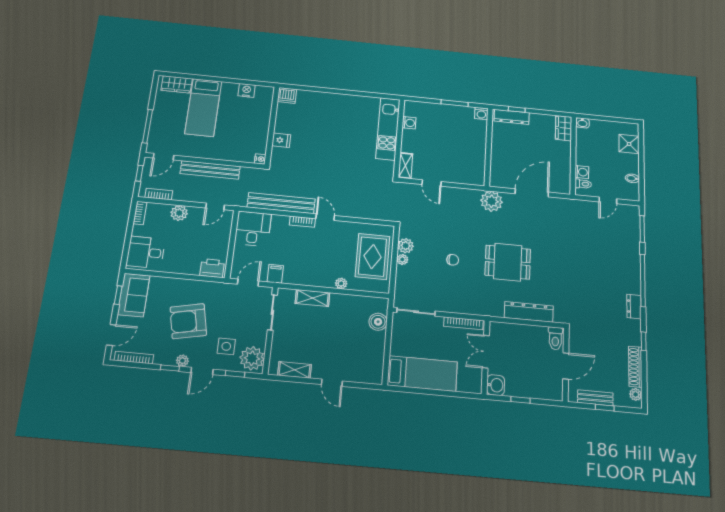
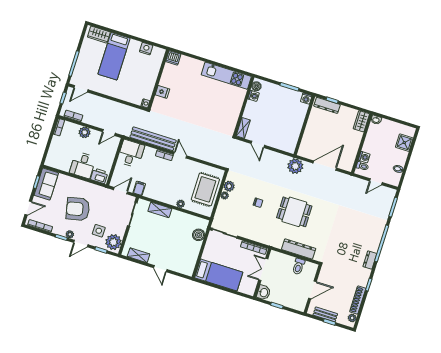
boiler: (410, 110) -> (256, 86), added
kitchen unit: (388, 129) -> (226, 76), moved, turned -90
bench: (210, 170) -> (110, 105), removed
desk: (146, 252) -> (83, 165), moved, turned -90
toilet: (555, 338) -> (298, 266), moved

